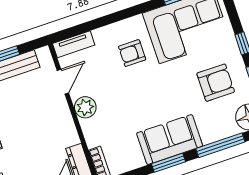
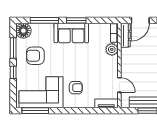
door: (63, 82) -> (119, 85), swing flipped
plant: (85, 107) -> (112, 49), moved

